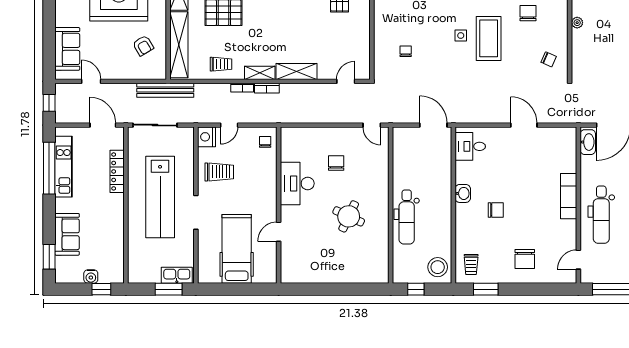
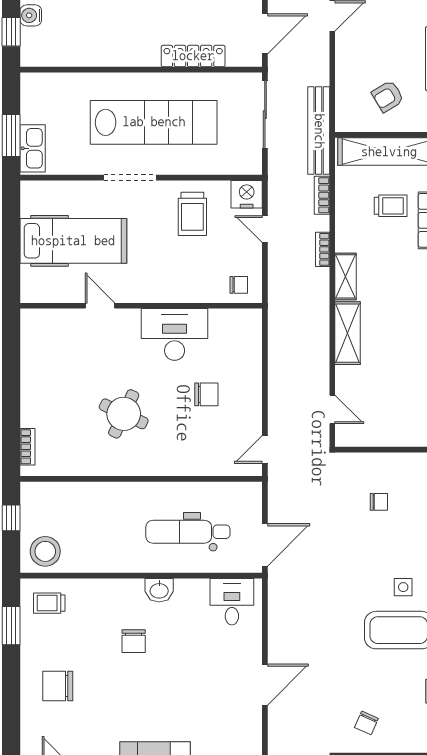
trolley: (221, 64) -> (391, 206), moved, turned -90
bookcase: (267, 88) -> (322, 195), moved
lab bench: (160, 197) -> (154, 122), turned 180
dental chair: (407, 217) -> (188, 532), moved
bookcase: (370, 279) -> (28, 447), added

